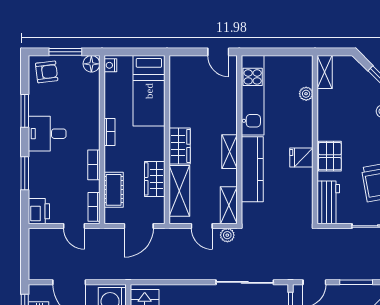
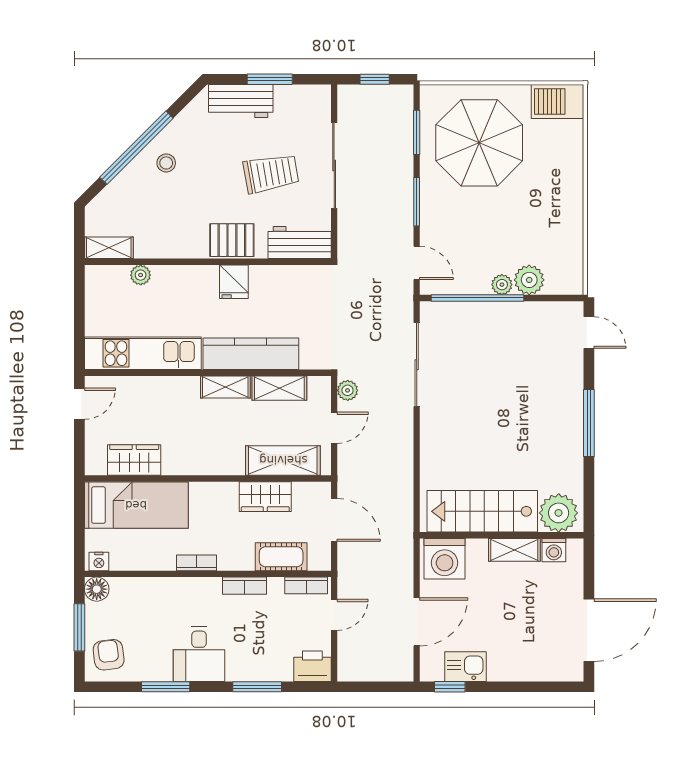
wardrobe: (180, 146) -> (134, 460), moved
shelving: (229, 205) -> (279, 388), moved

